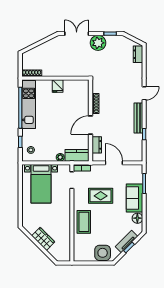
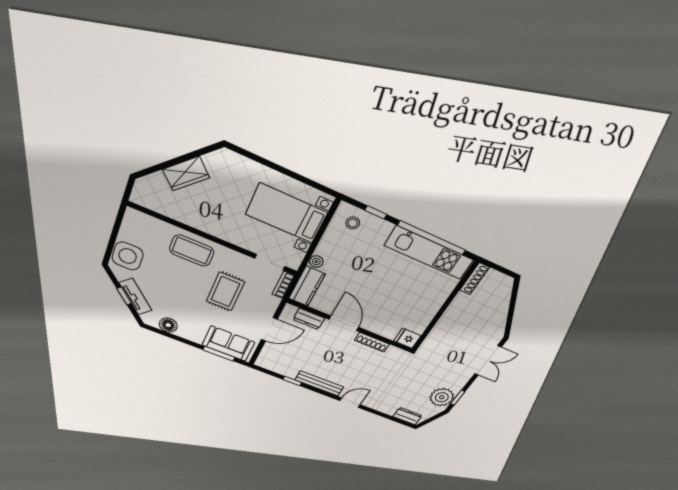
plant: (98, 43) -> (442, 397), moved
fridge: (58, 86) -> (407, 338), moved
door: (144, 93) -> (350, 403), swing flipped
sofa: (134, 198) -> (228, 344), moved

